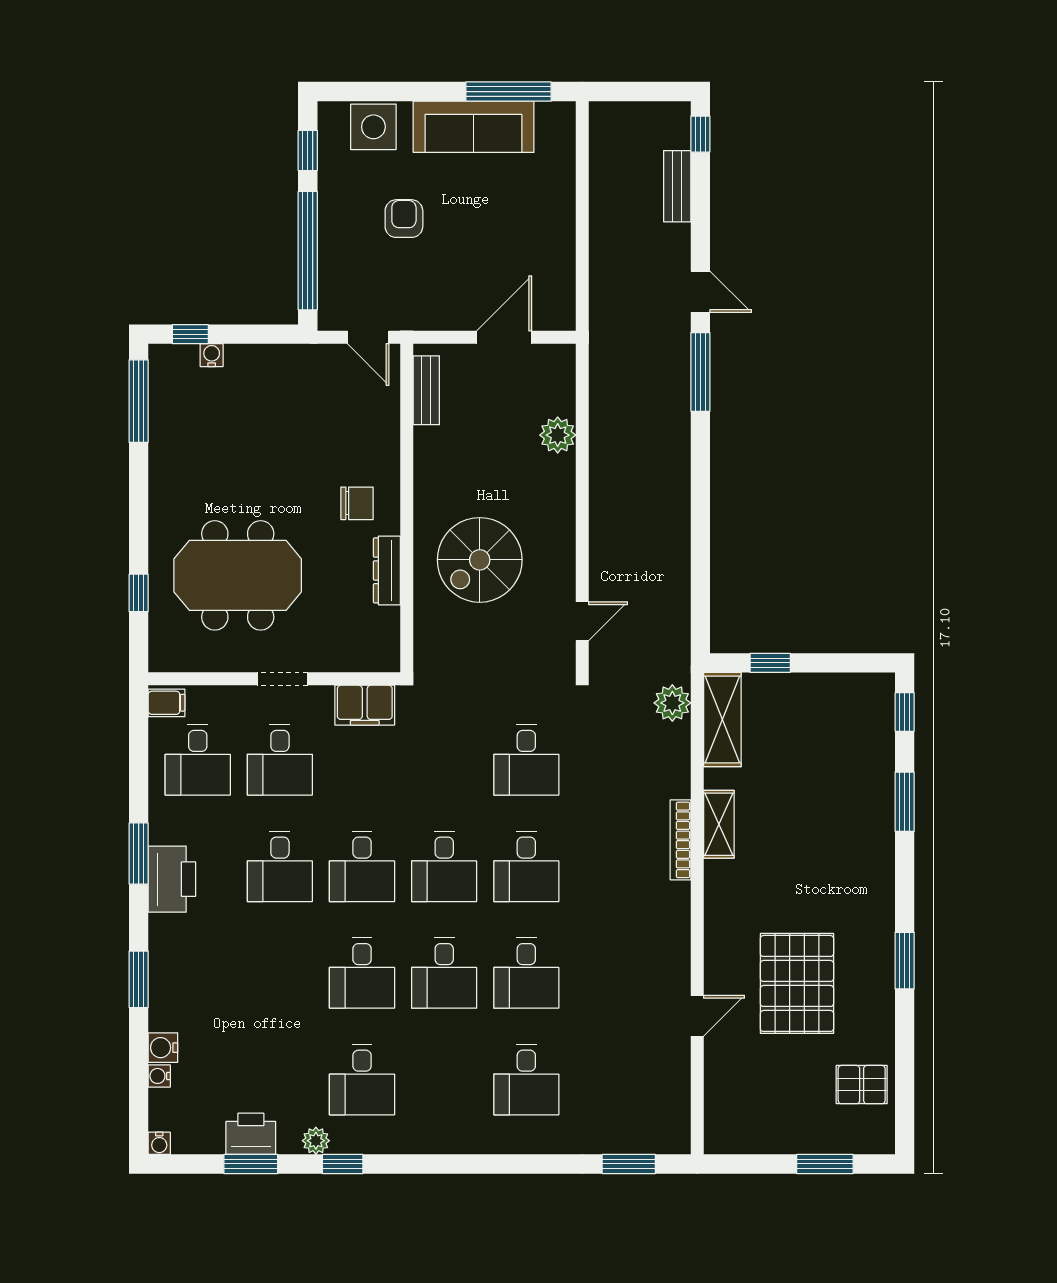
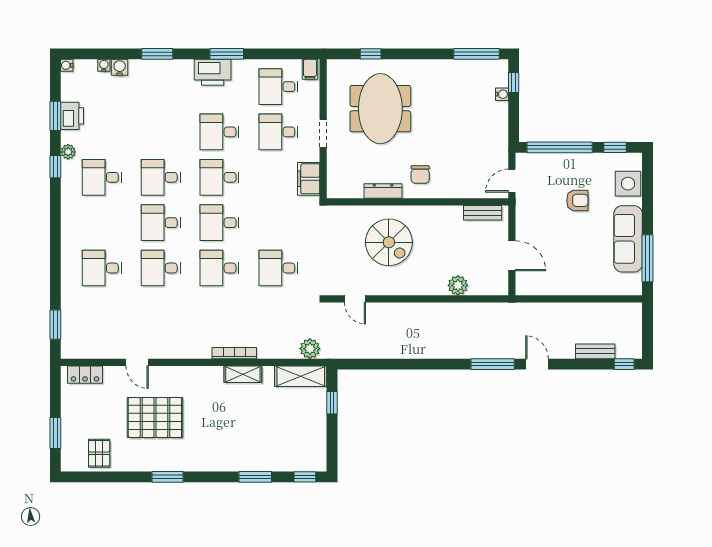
door: (700, 292) -> (537, 364), swing flipped
spiral stairs: (480, 560) -> (389, 242), turned 180
locker: (719, 1110) -> (85, 375), added

